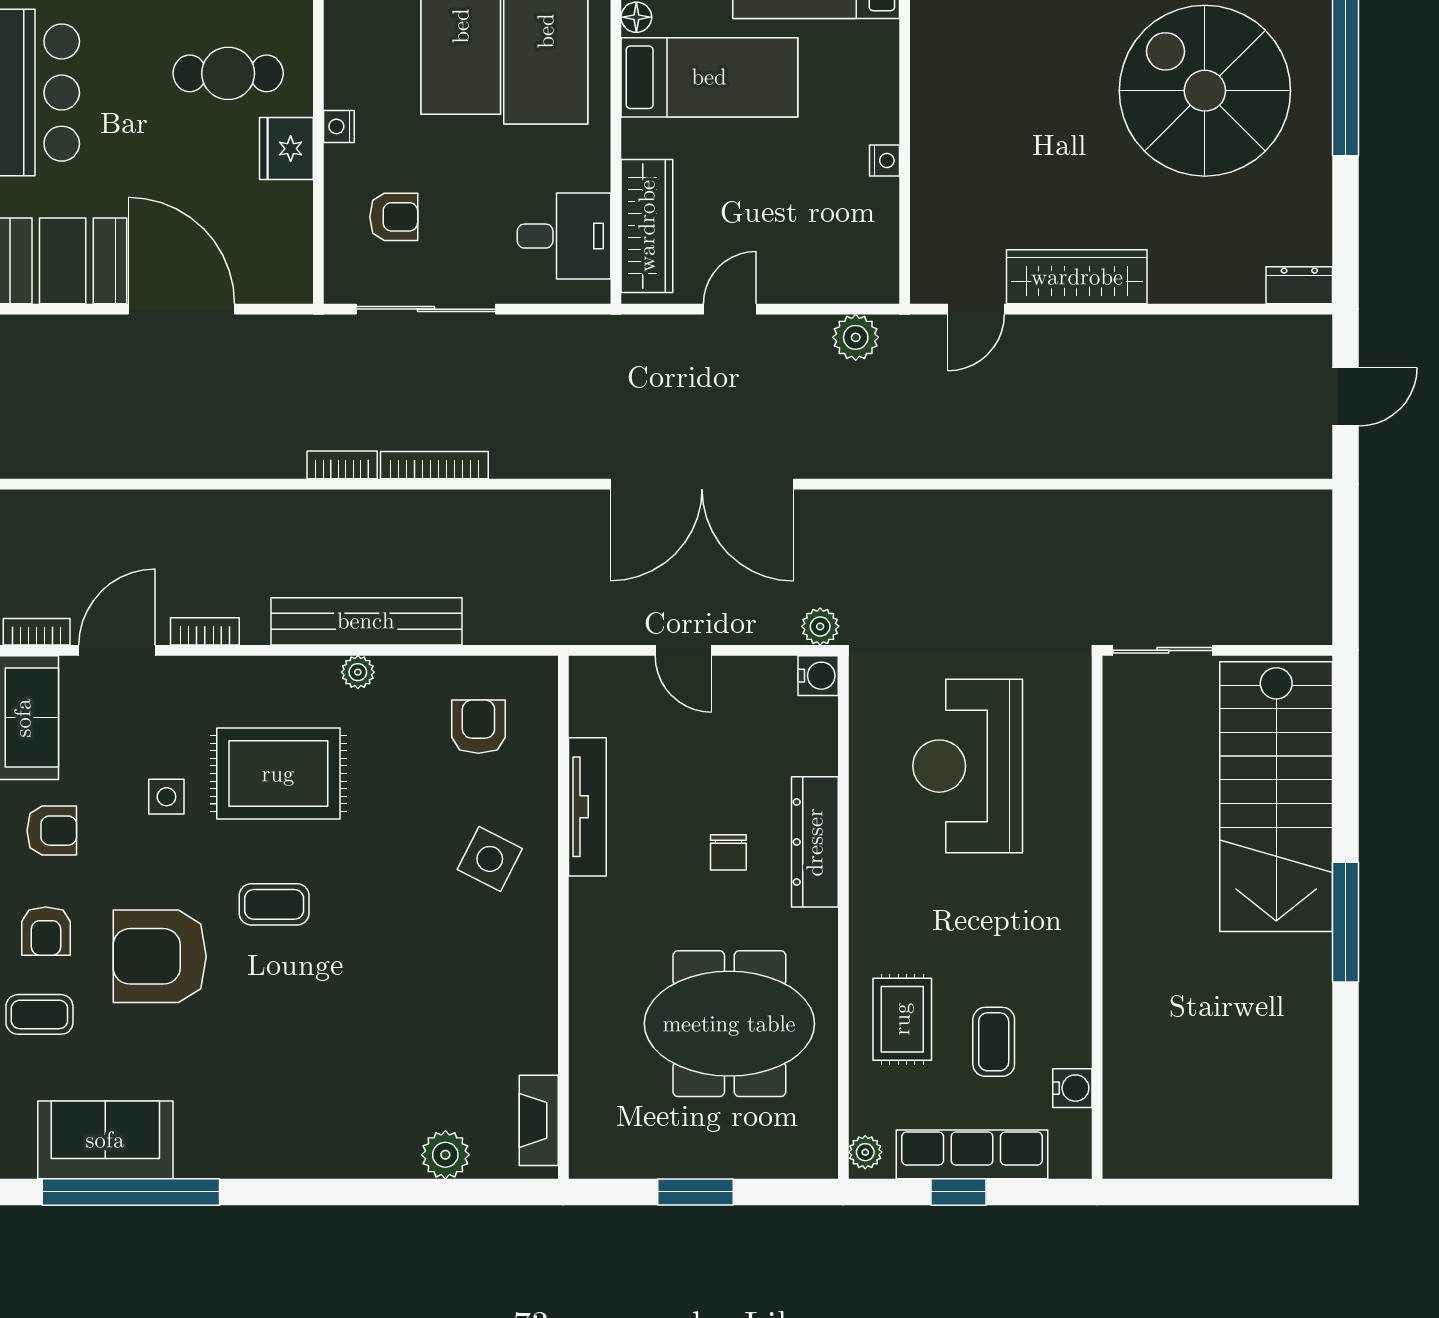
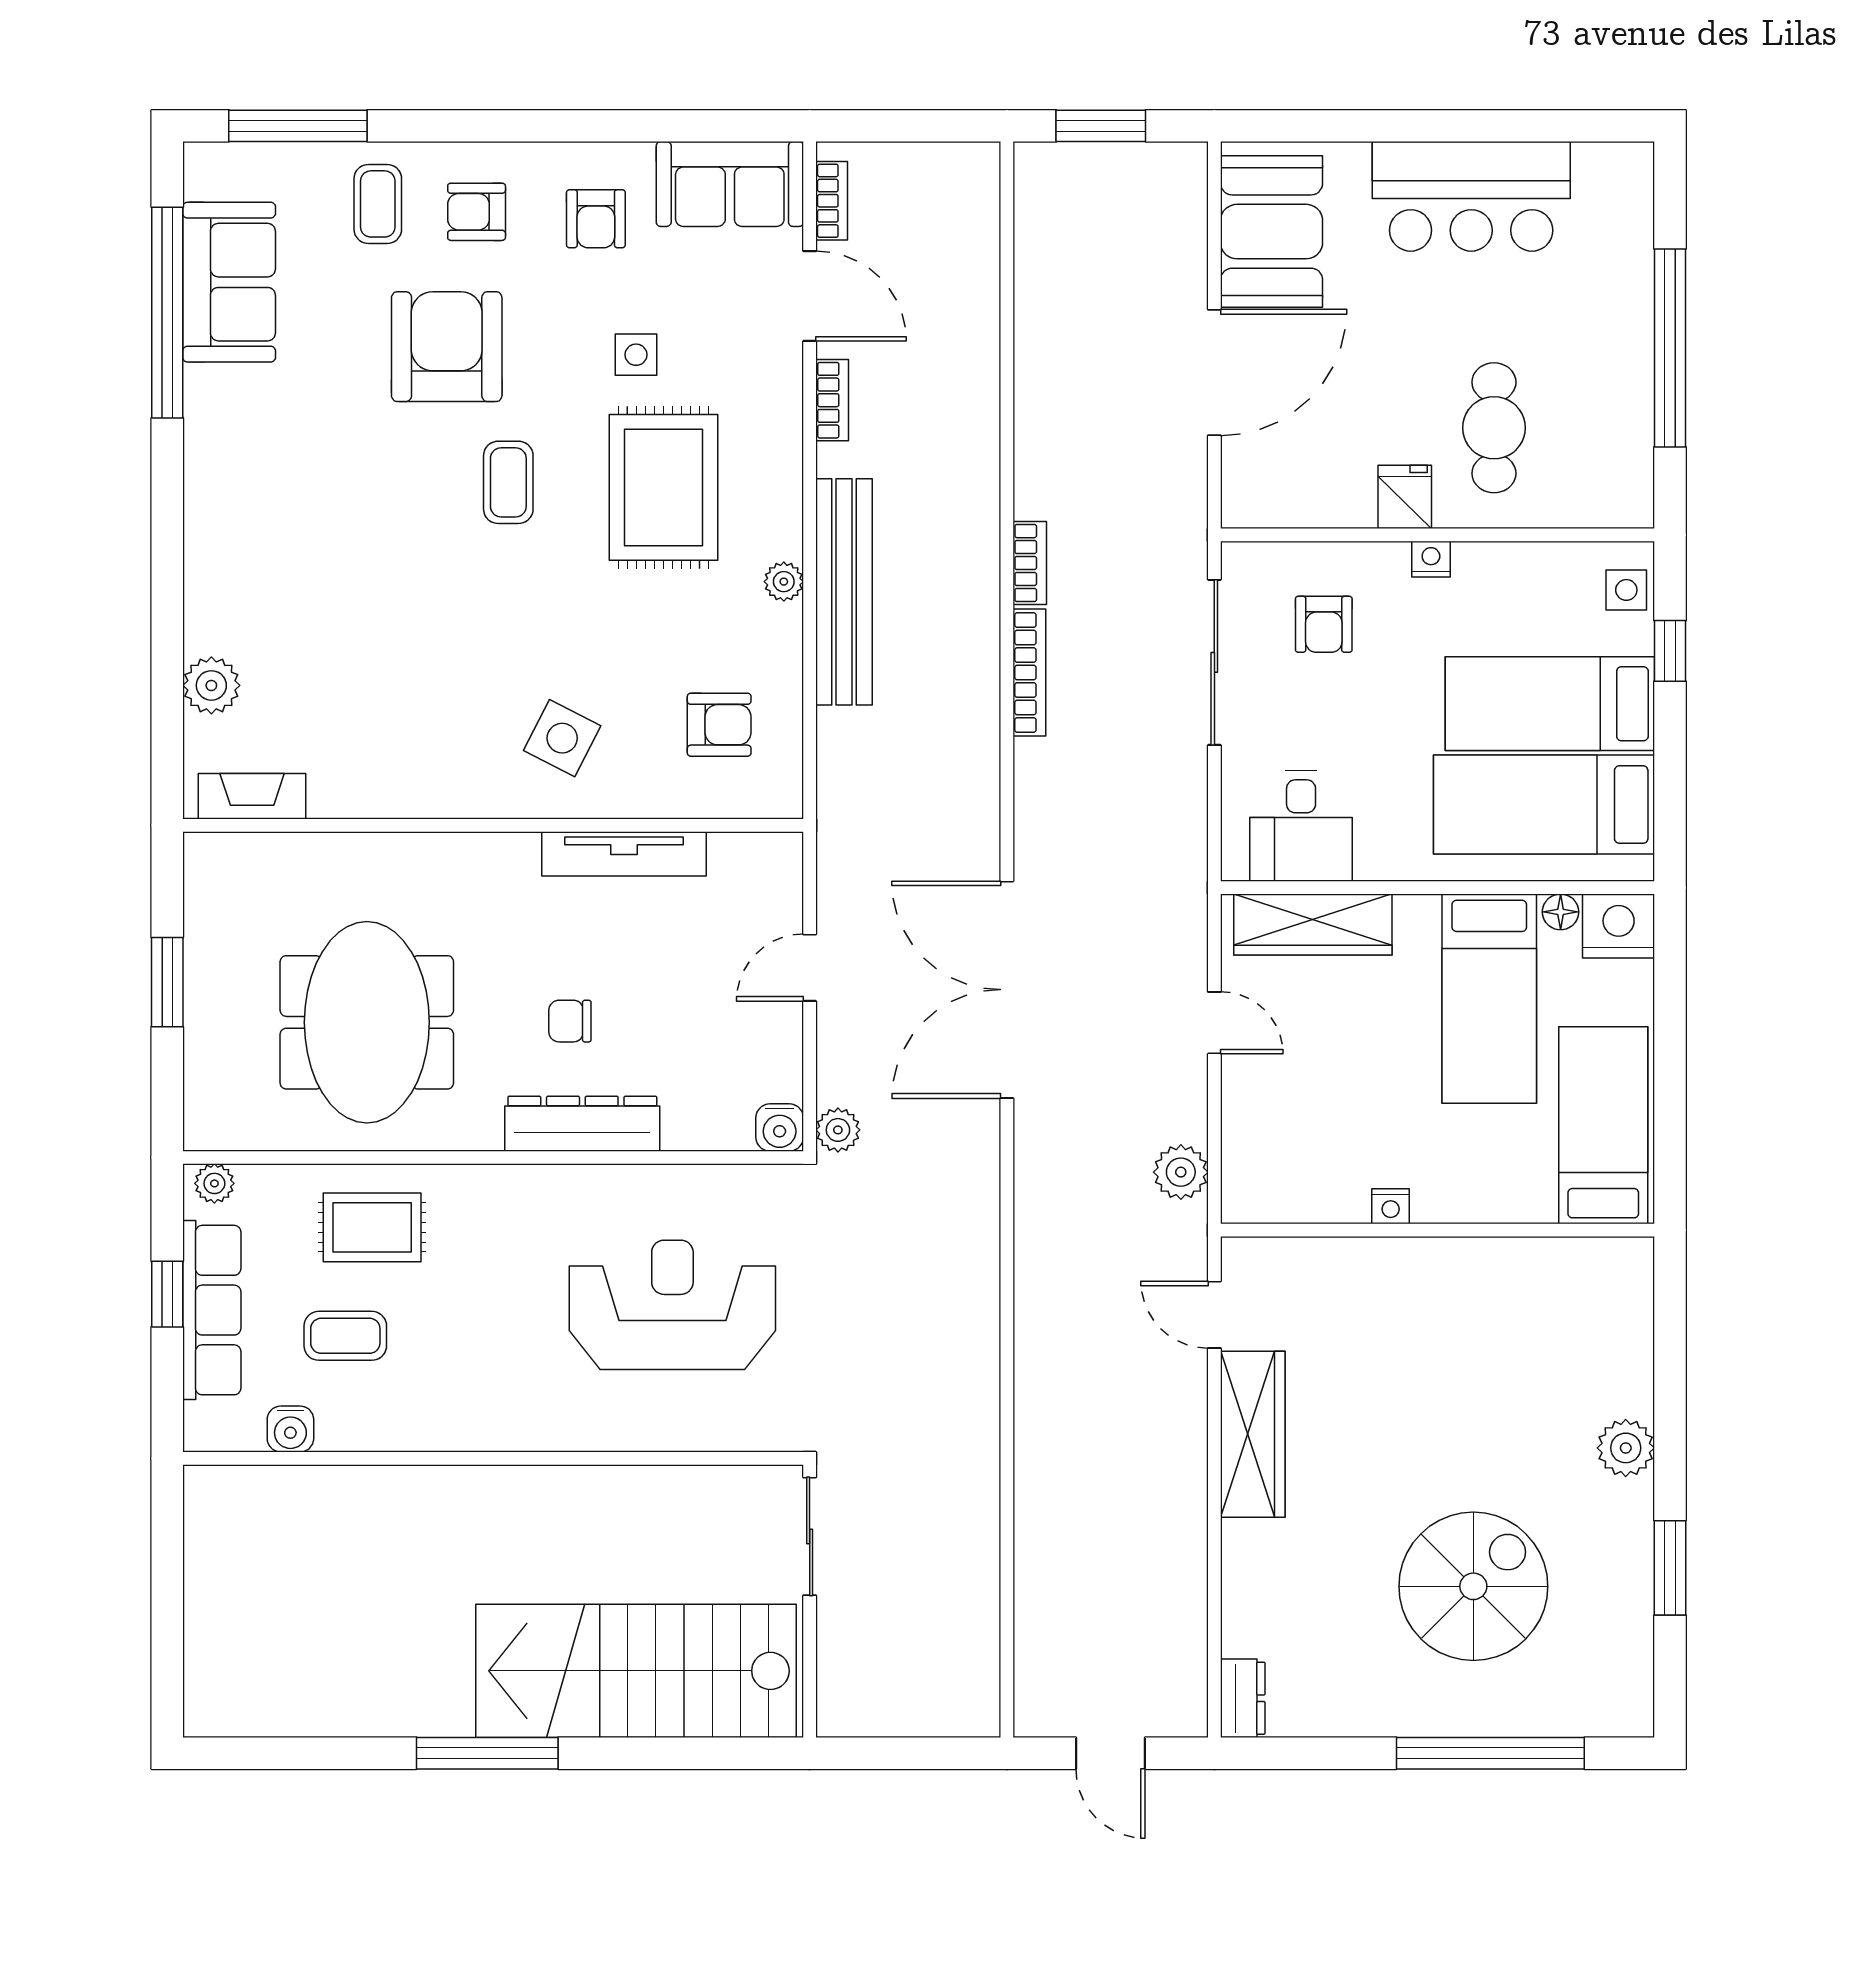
spiral stairs: (1205, 91) -> (1473, 1586), width x0.73, depth x0.73
fridge: (286, 149) -> (1405, 497), width x0.72

